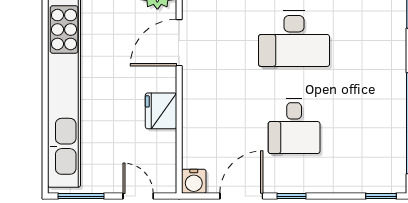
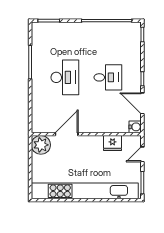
door: (179, 43) -> (67, 134), swing flipped
fridge: (161, 111) -> (113, 143), moved

